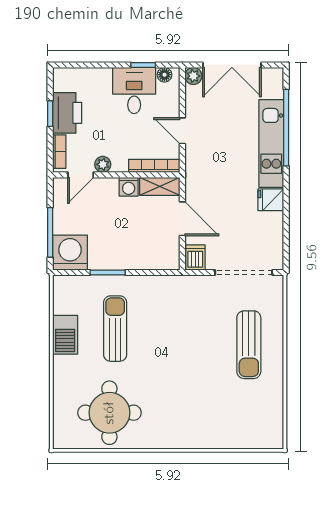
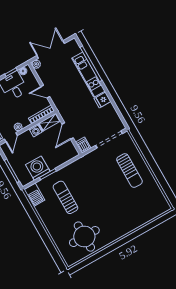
double door: (232, 65) -> (51, 49), swing flipped
door: (182, 219) -> (68, 131), swing flipped
washing machine: (70, 253) -> (38, 168), moved
barbecue: (65, 335) -> (34, 195), moved

